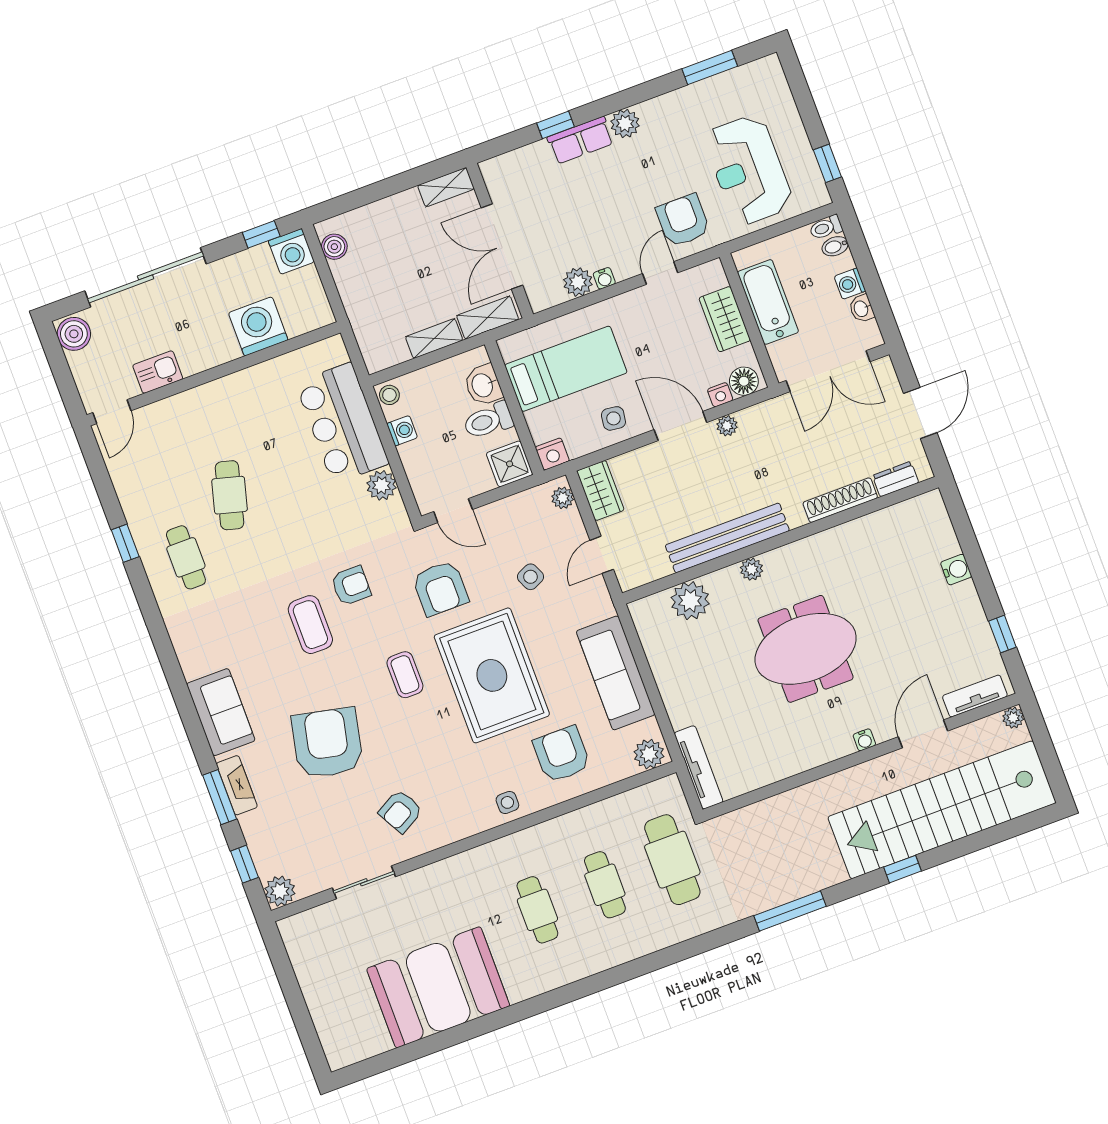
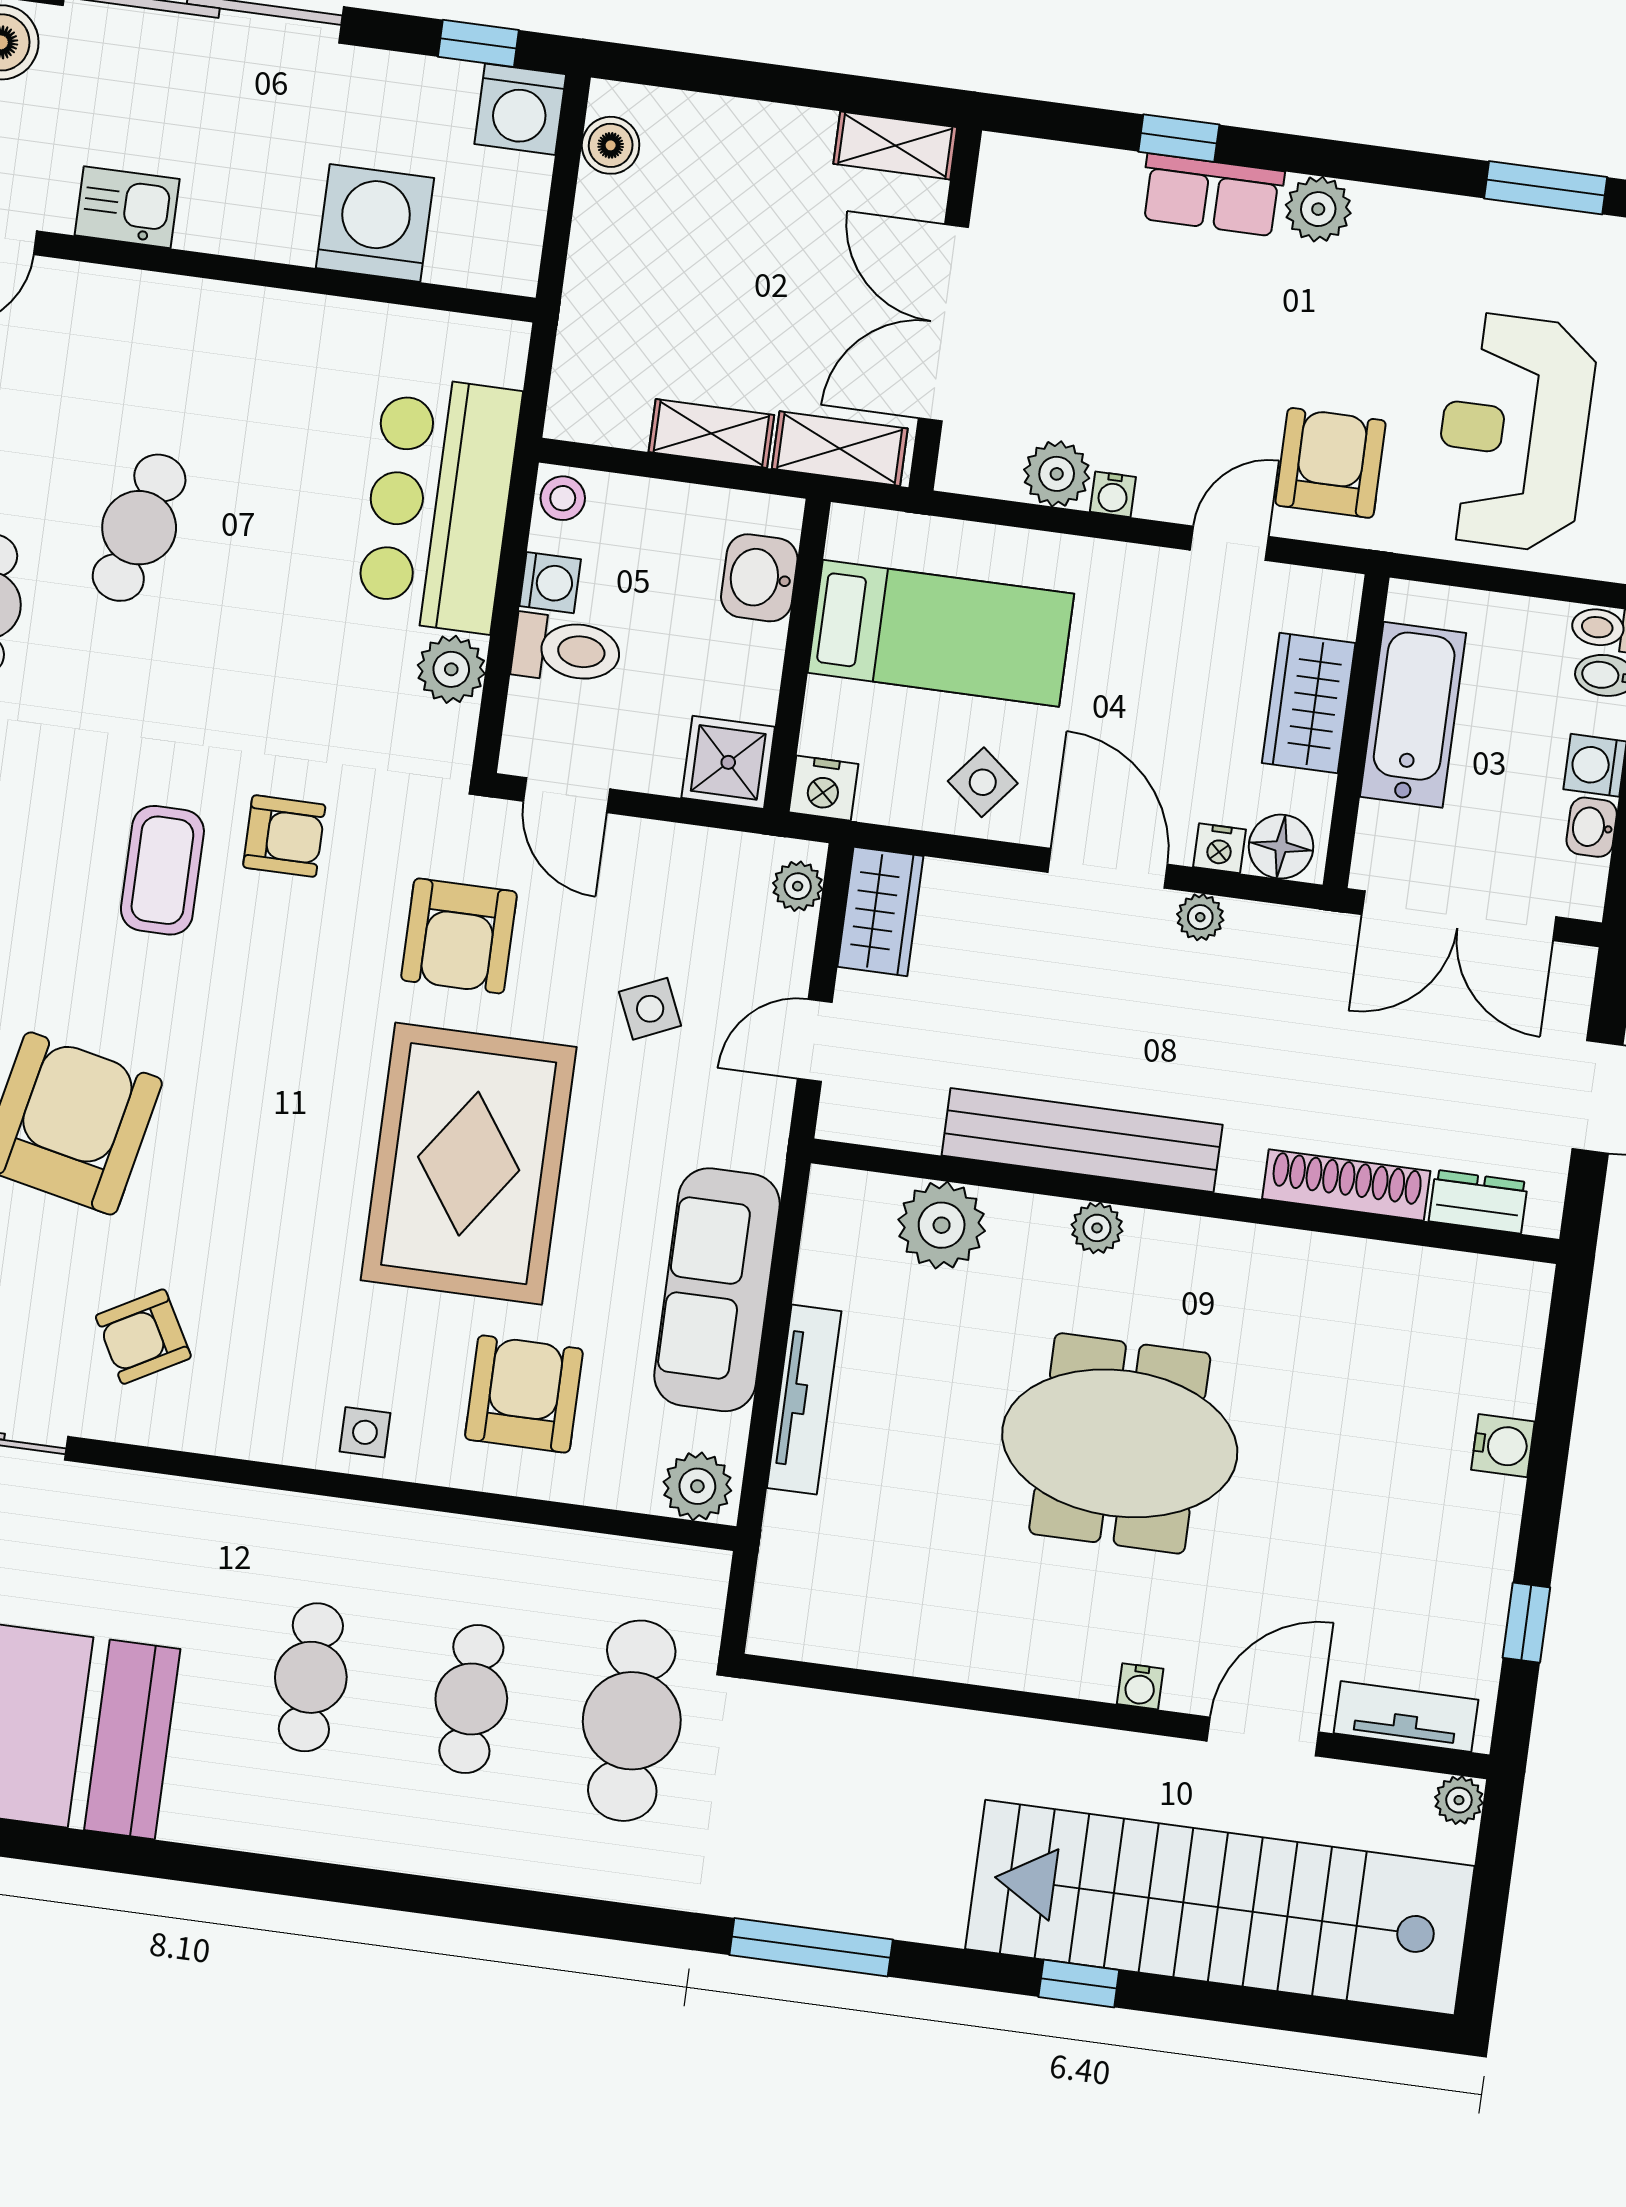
side table: (613, 418) -> (983, 782), turned 31
toilet: (488, 421) -> (567, 650), moved, turned 180
coffee table: (405, 675) -> (297, 1070), removed
tv unit: (699, 767) -> (804, 1400), moved

